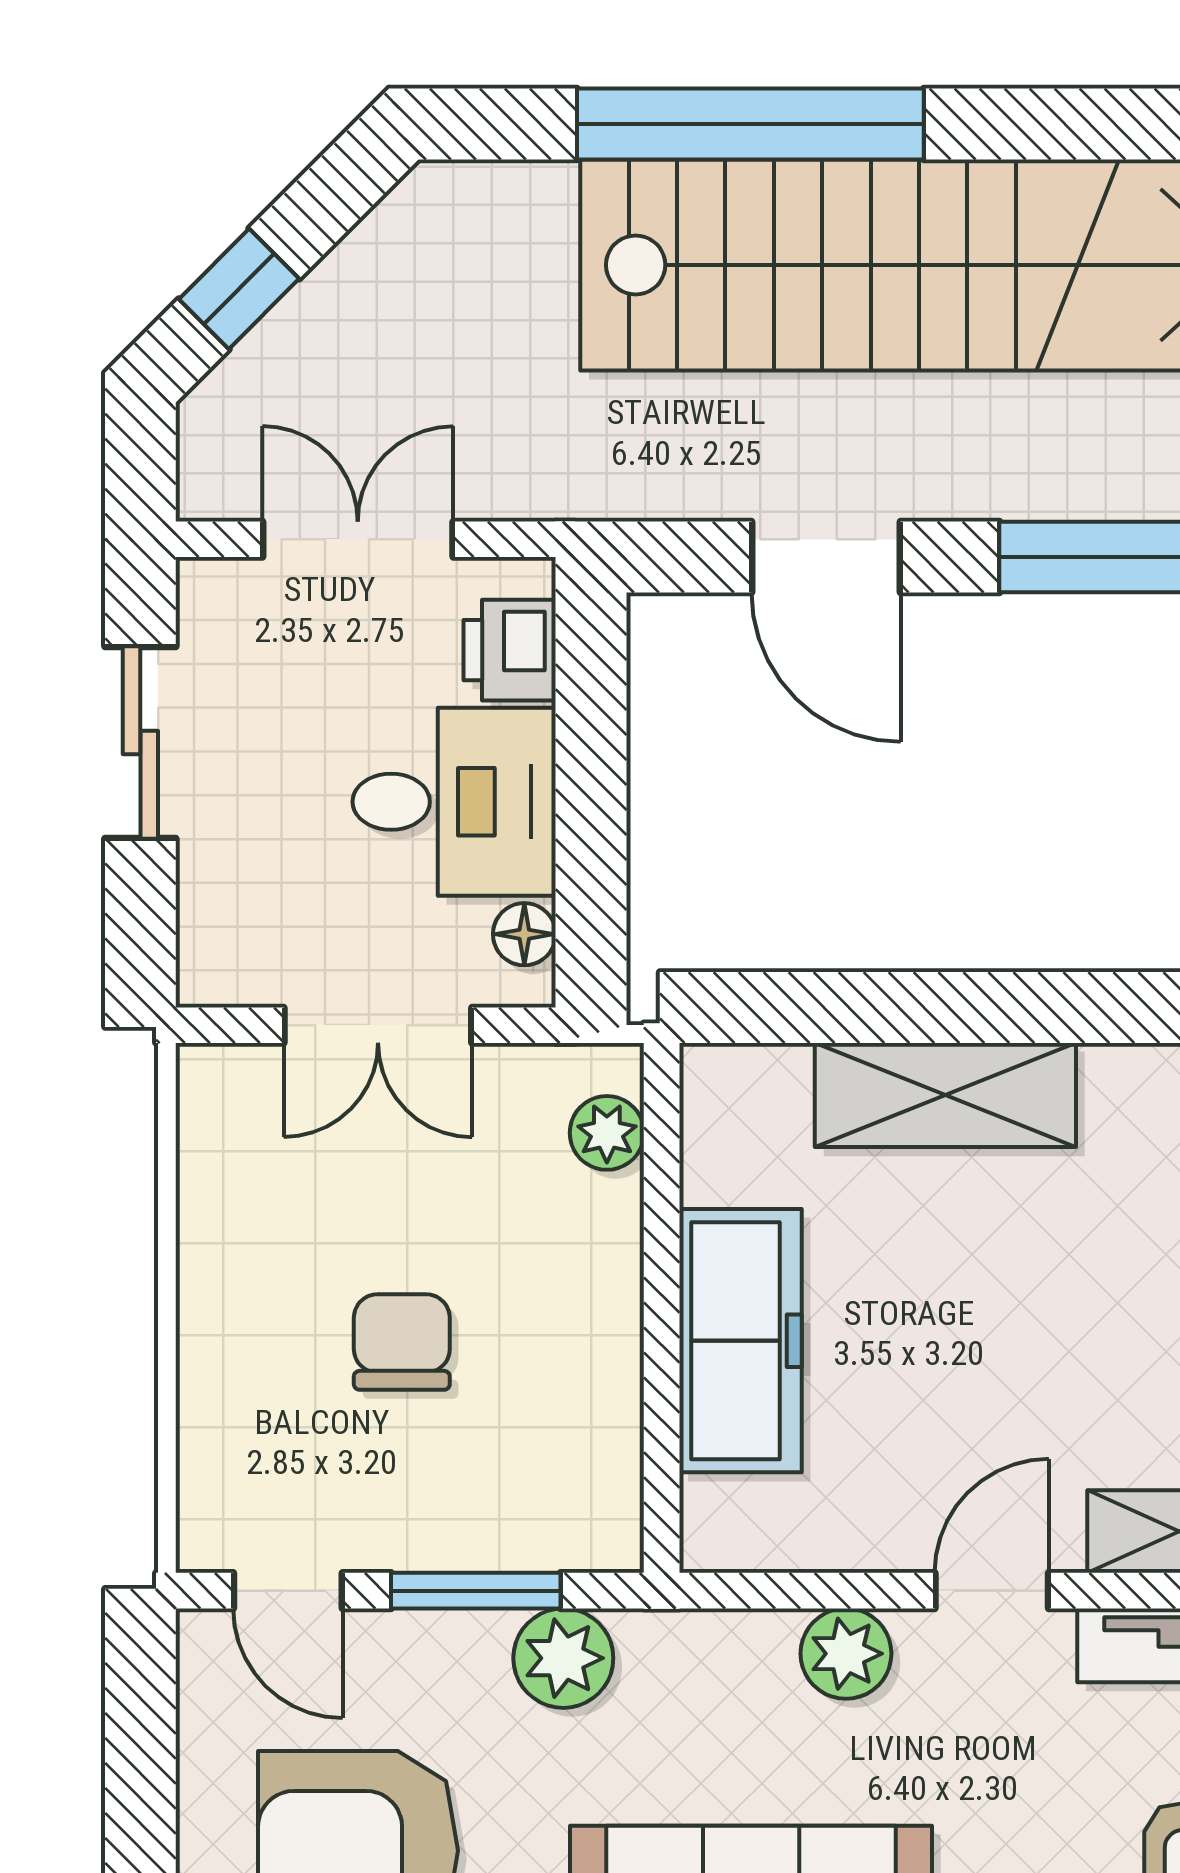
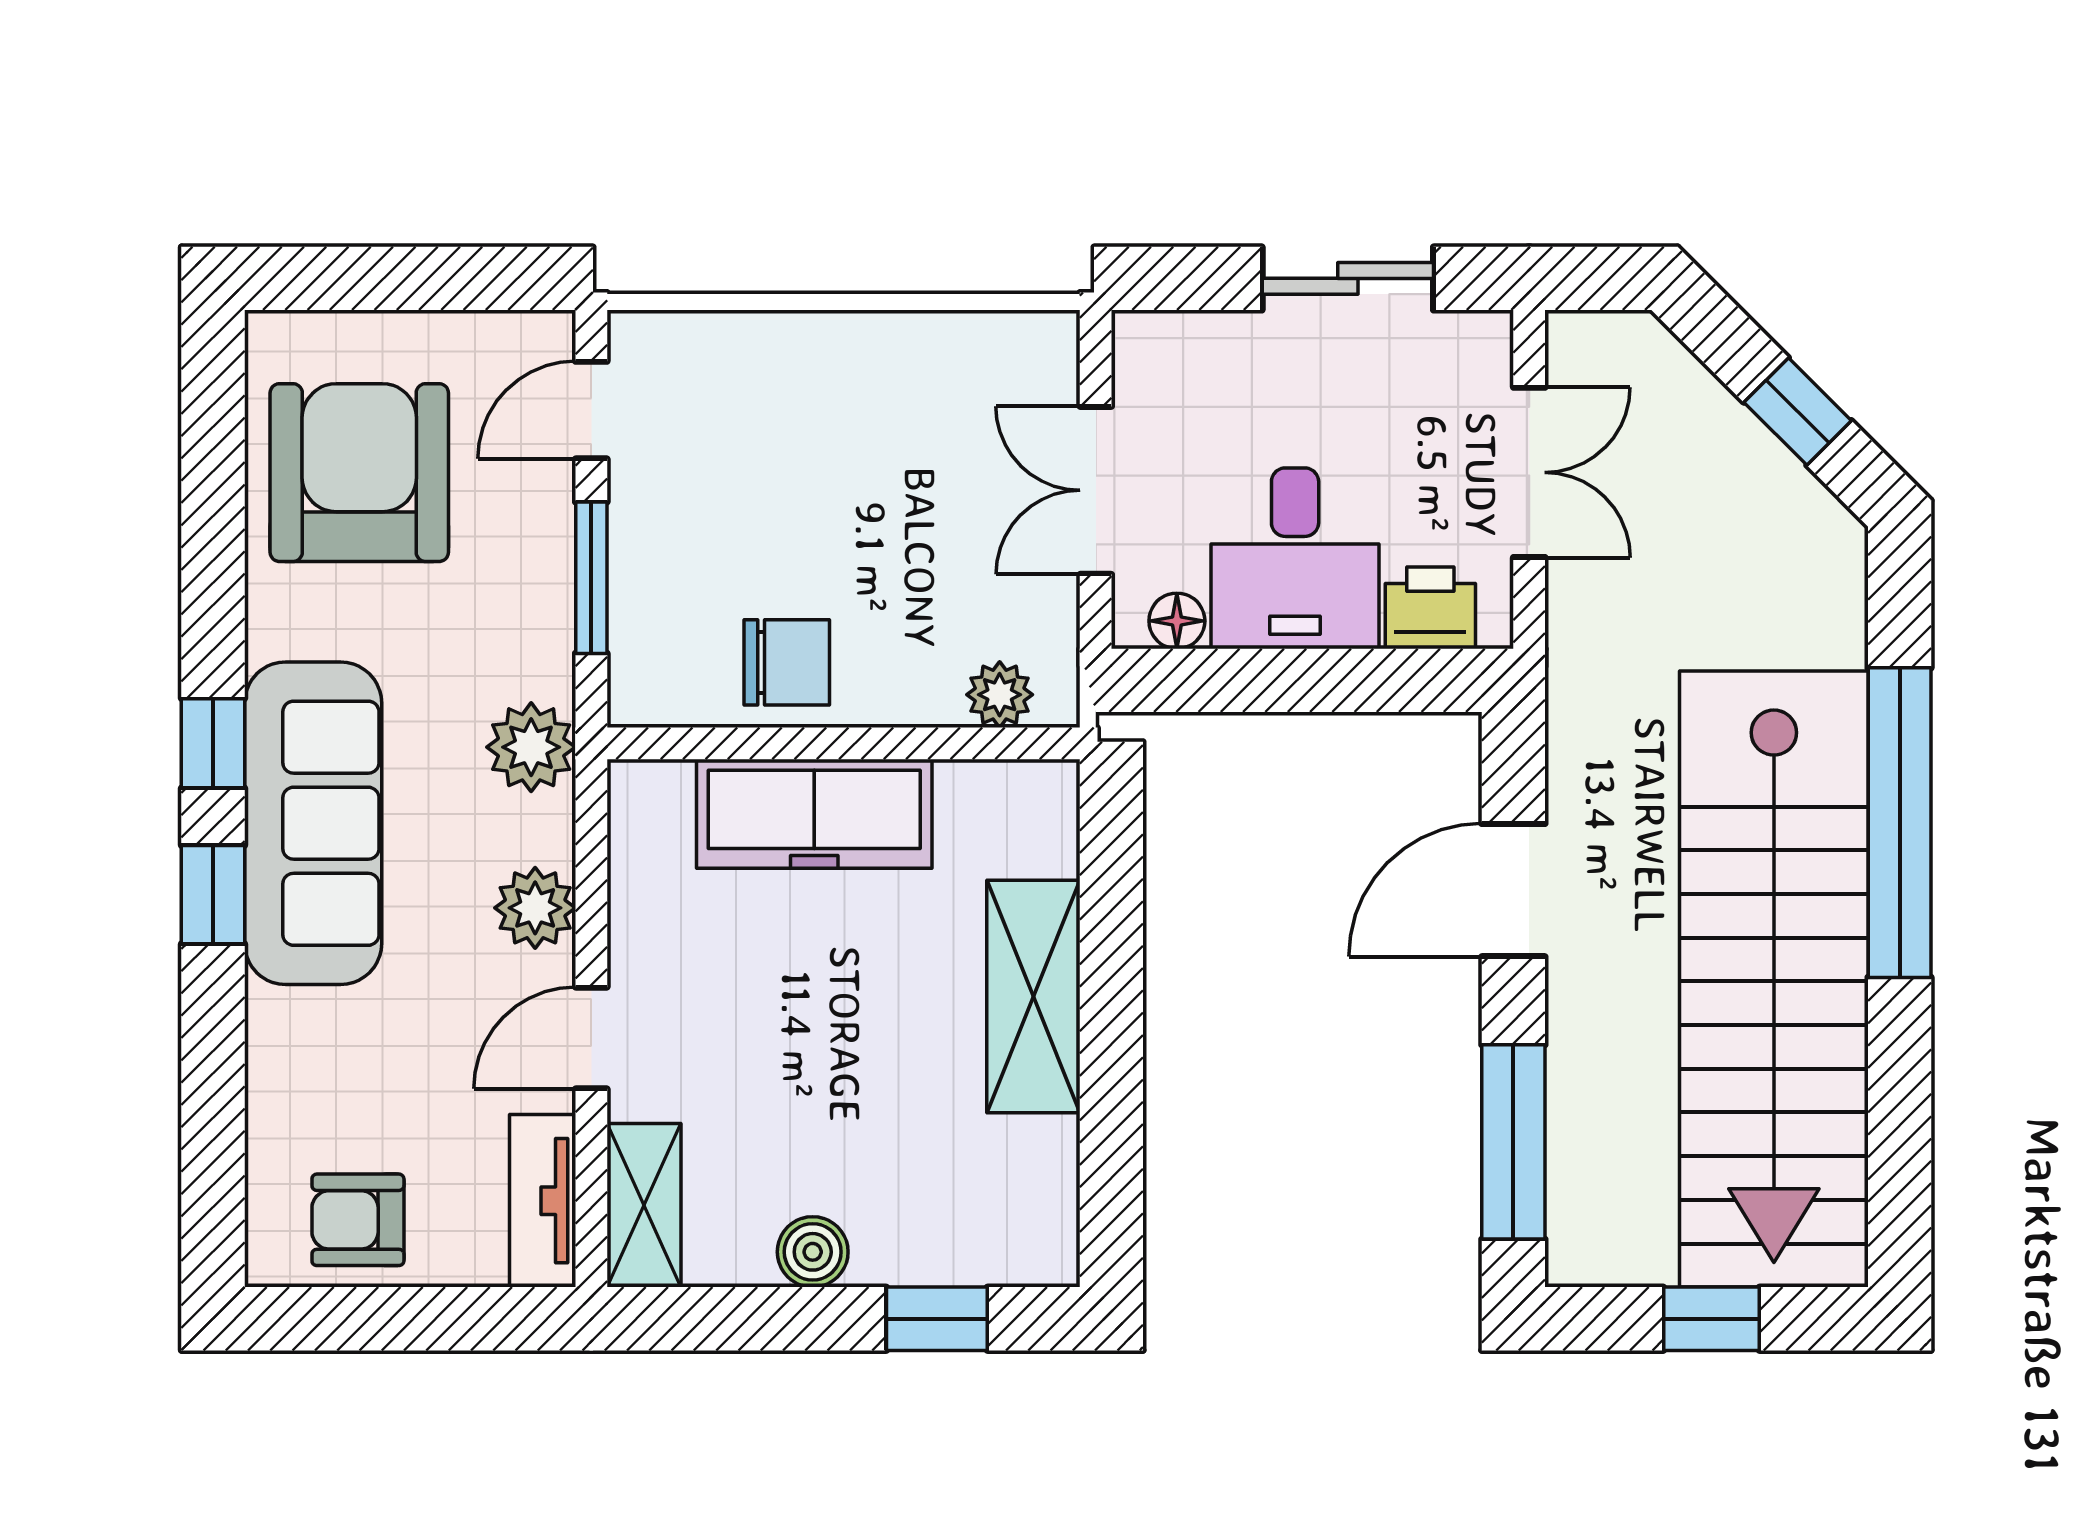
window: (239, 289) -> (1798, 411), moved
chair: (402, 1342) -> (787, 662), moved
door: (992, 1591) -> (591, 1038), swing flipped
plant: (563, 1658) -> (531, 747), moved

